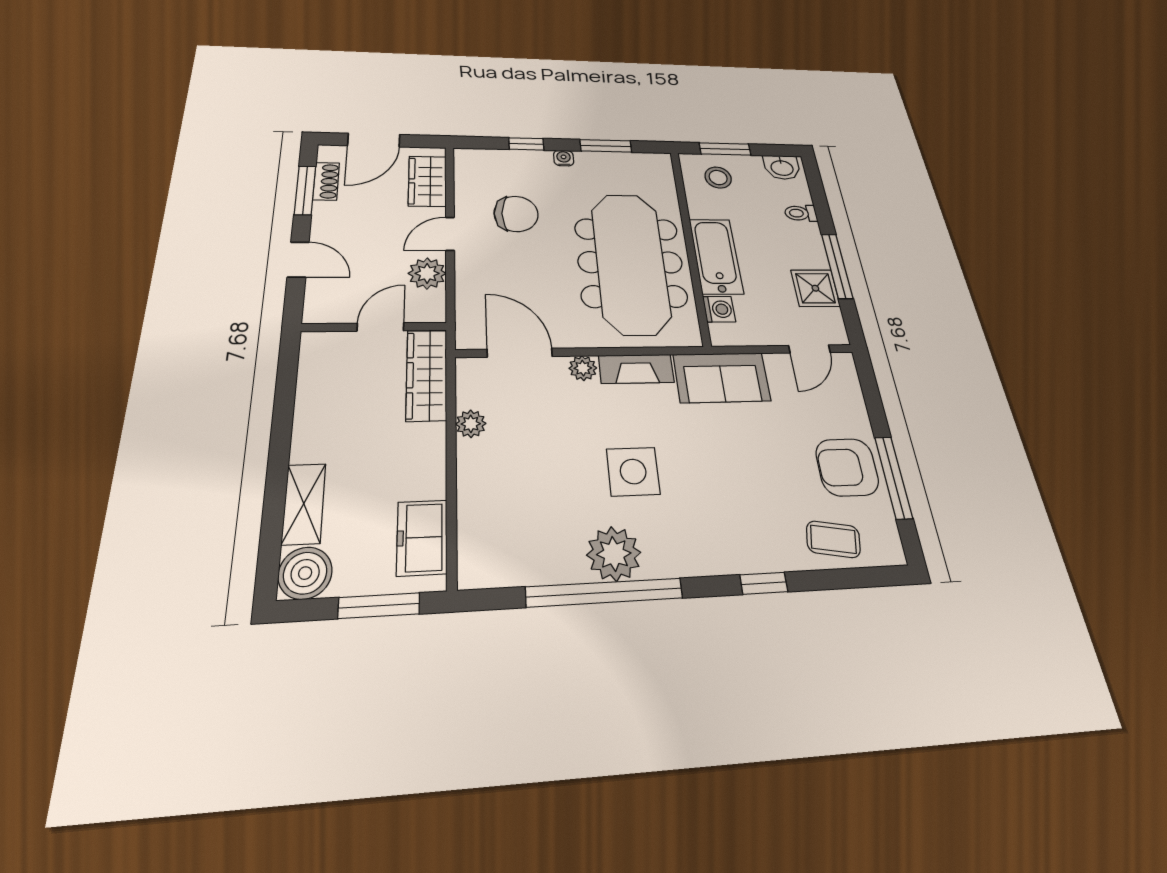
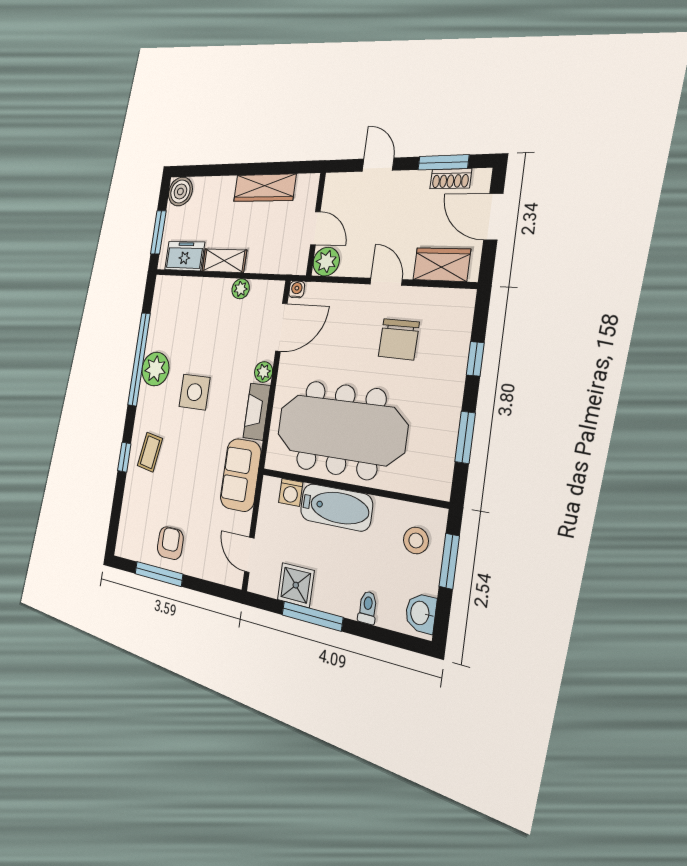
water cooler: (564, 158) -> (297, 289), moved, turned -90
door: (298, 260) -> (378, 165), swing flipped
plant: (427, 273) -> (326, 262), moved
wardrobe: (427, 375) -> (265, 188), moved, turned 180
armchair: (847, 467) -> (170, 543), width x0.72, depth x0.72
shelving: (304, 504) -> (224, 261), moved
coffee table: (833, 539) -> (150, 452), moved

